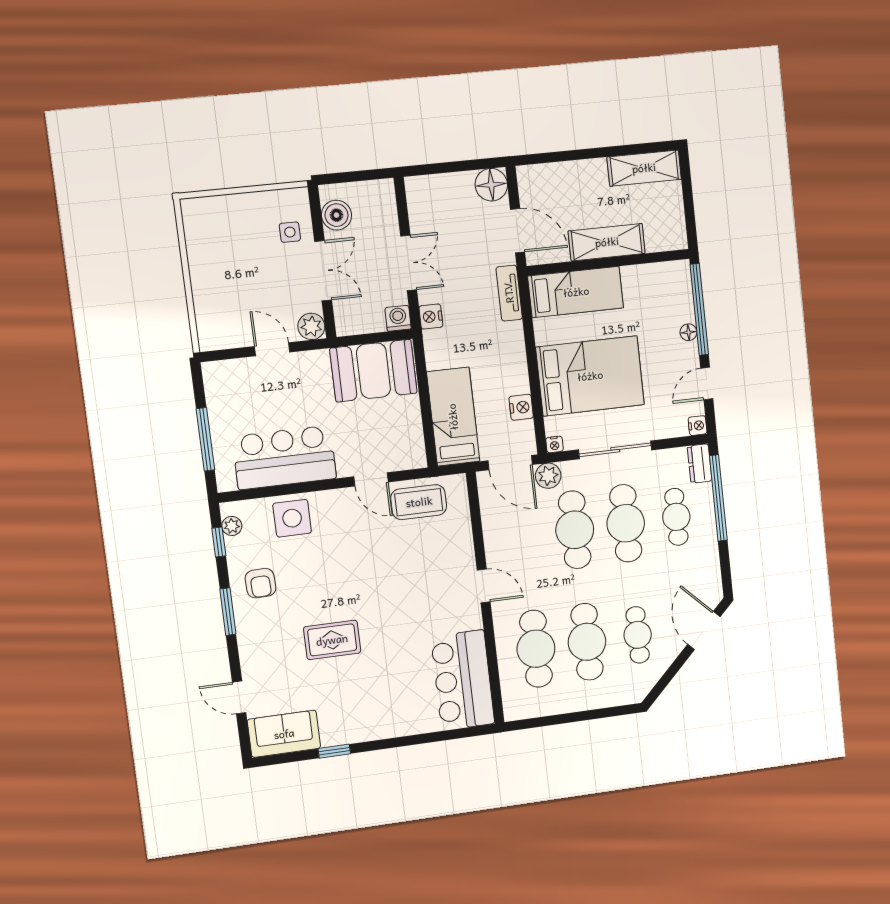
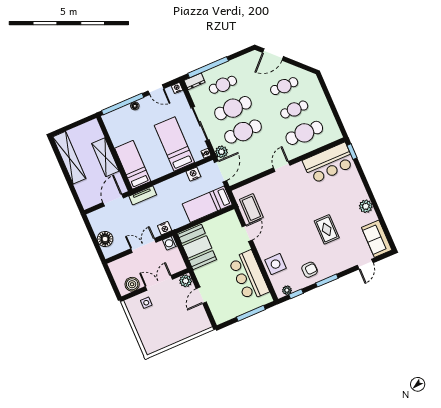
shelving: (644, 168) -> (69, 158), width x1.47
floor lamp: (491, 185) -> (105, 239), moved
bed: (590, 376) -> (174, 144), width x0.67
cafe table: (587, 642) -> (294, 109), width x0.73, depth x0.74
plant: (355, 730) -> (366, 206), added
window: (334, 751) -> (352, 152), moved

